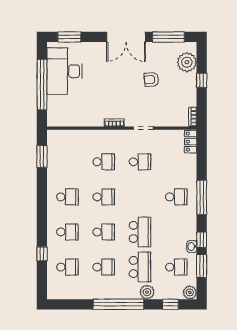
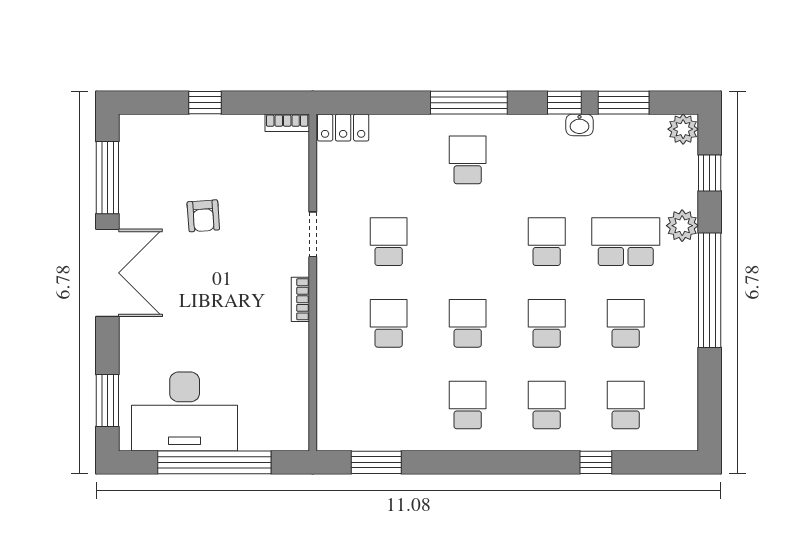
plant: (187, 62) -> (164, 136), removed
school desk: (140, 232) -> (547, 242), width x0.54
school desk: (176, 267) -> (626, 160), removed

